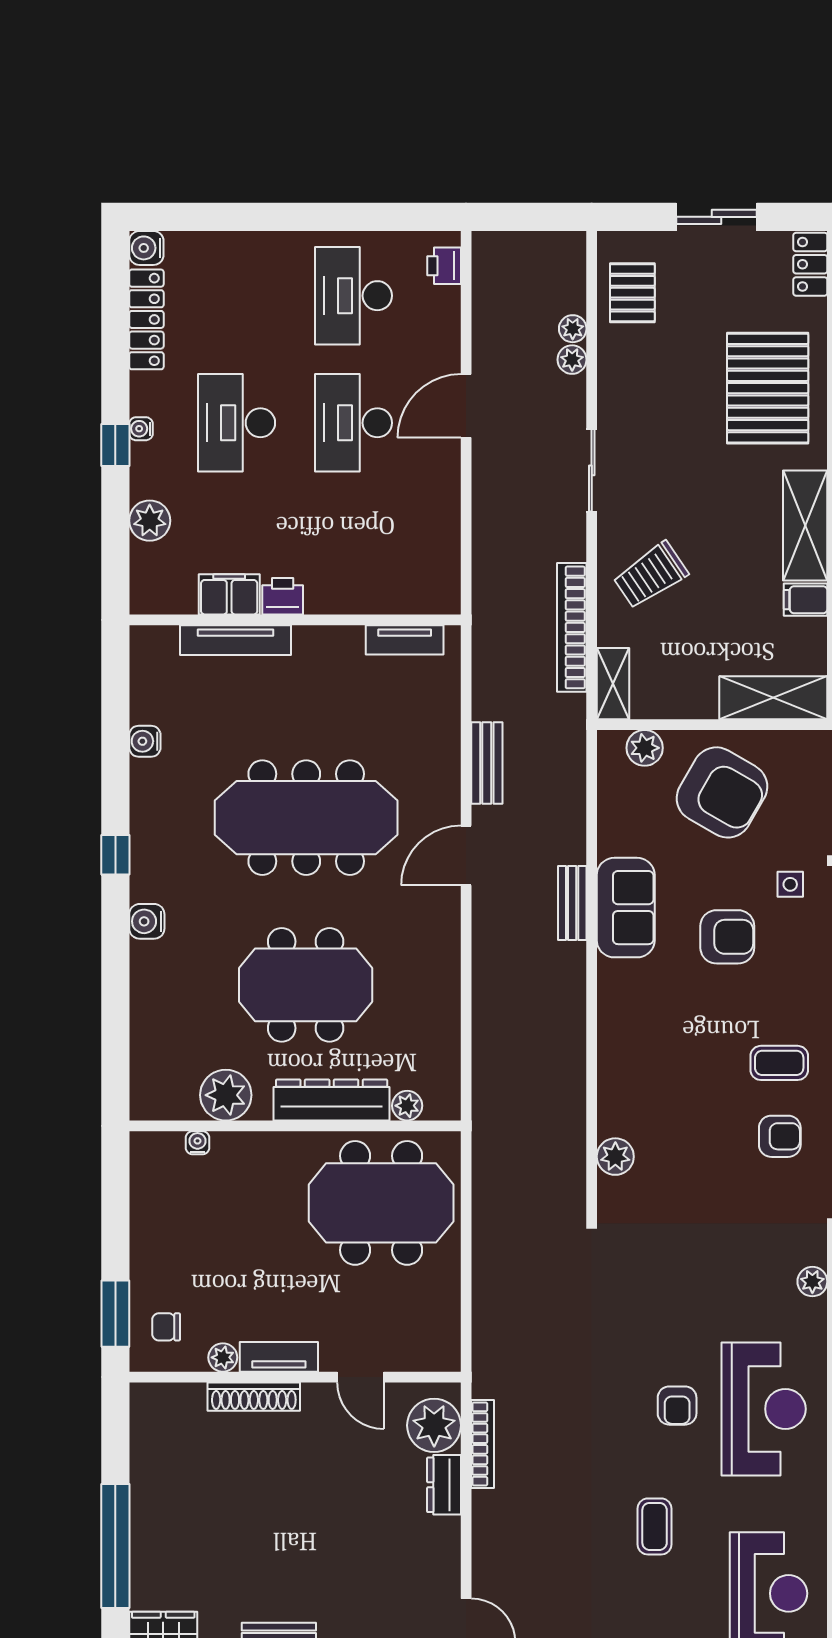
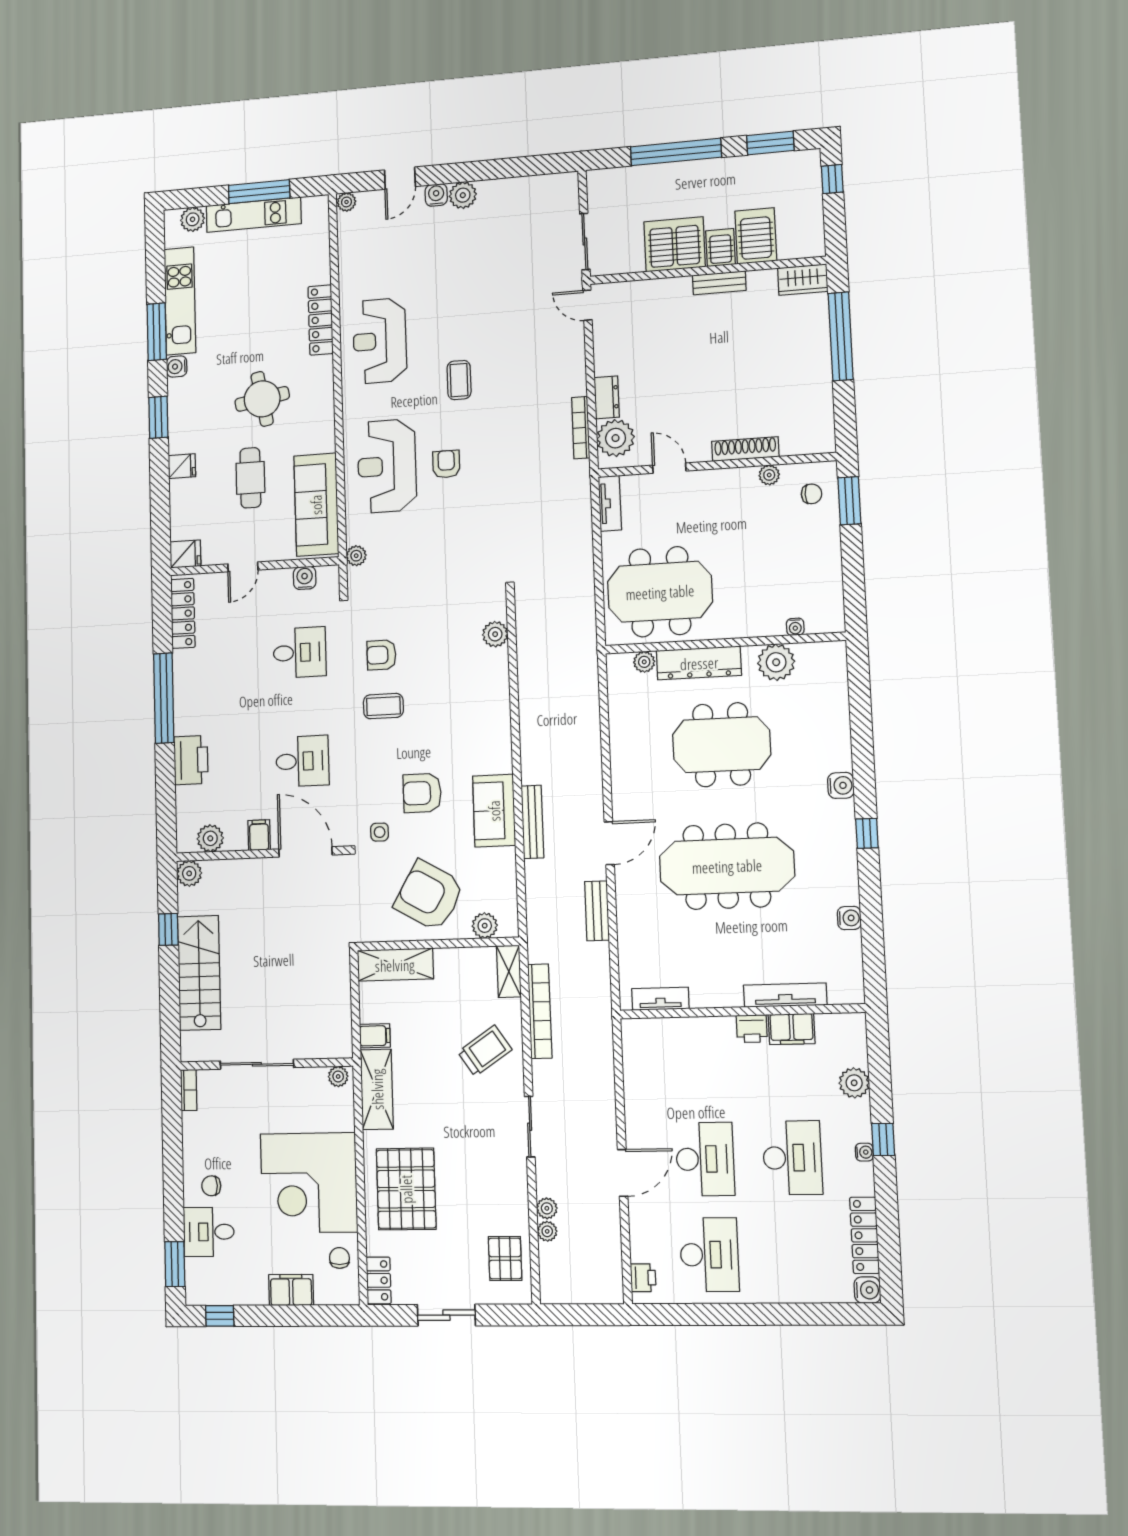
bench: (572, 903) -> (532, 822), width x1.36
tv unit: (279, 1357) -> (610, 503), moved, turned -90

